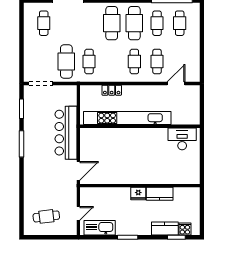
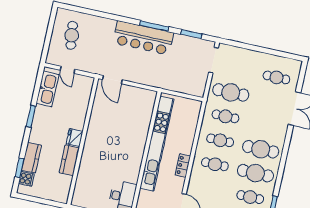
cafe table: (157, 61) -> (220, 140), moved
locker: (112, 90) -> (183, 166), moved
bar counter: (66, 133) -> (143, 38), moved, turned 180

